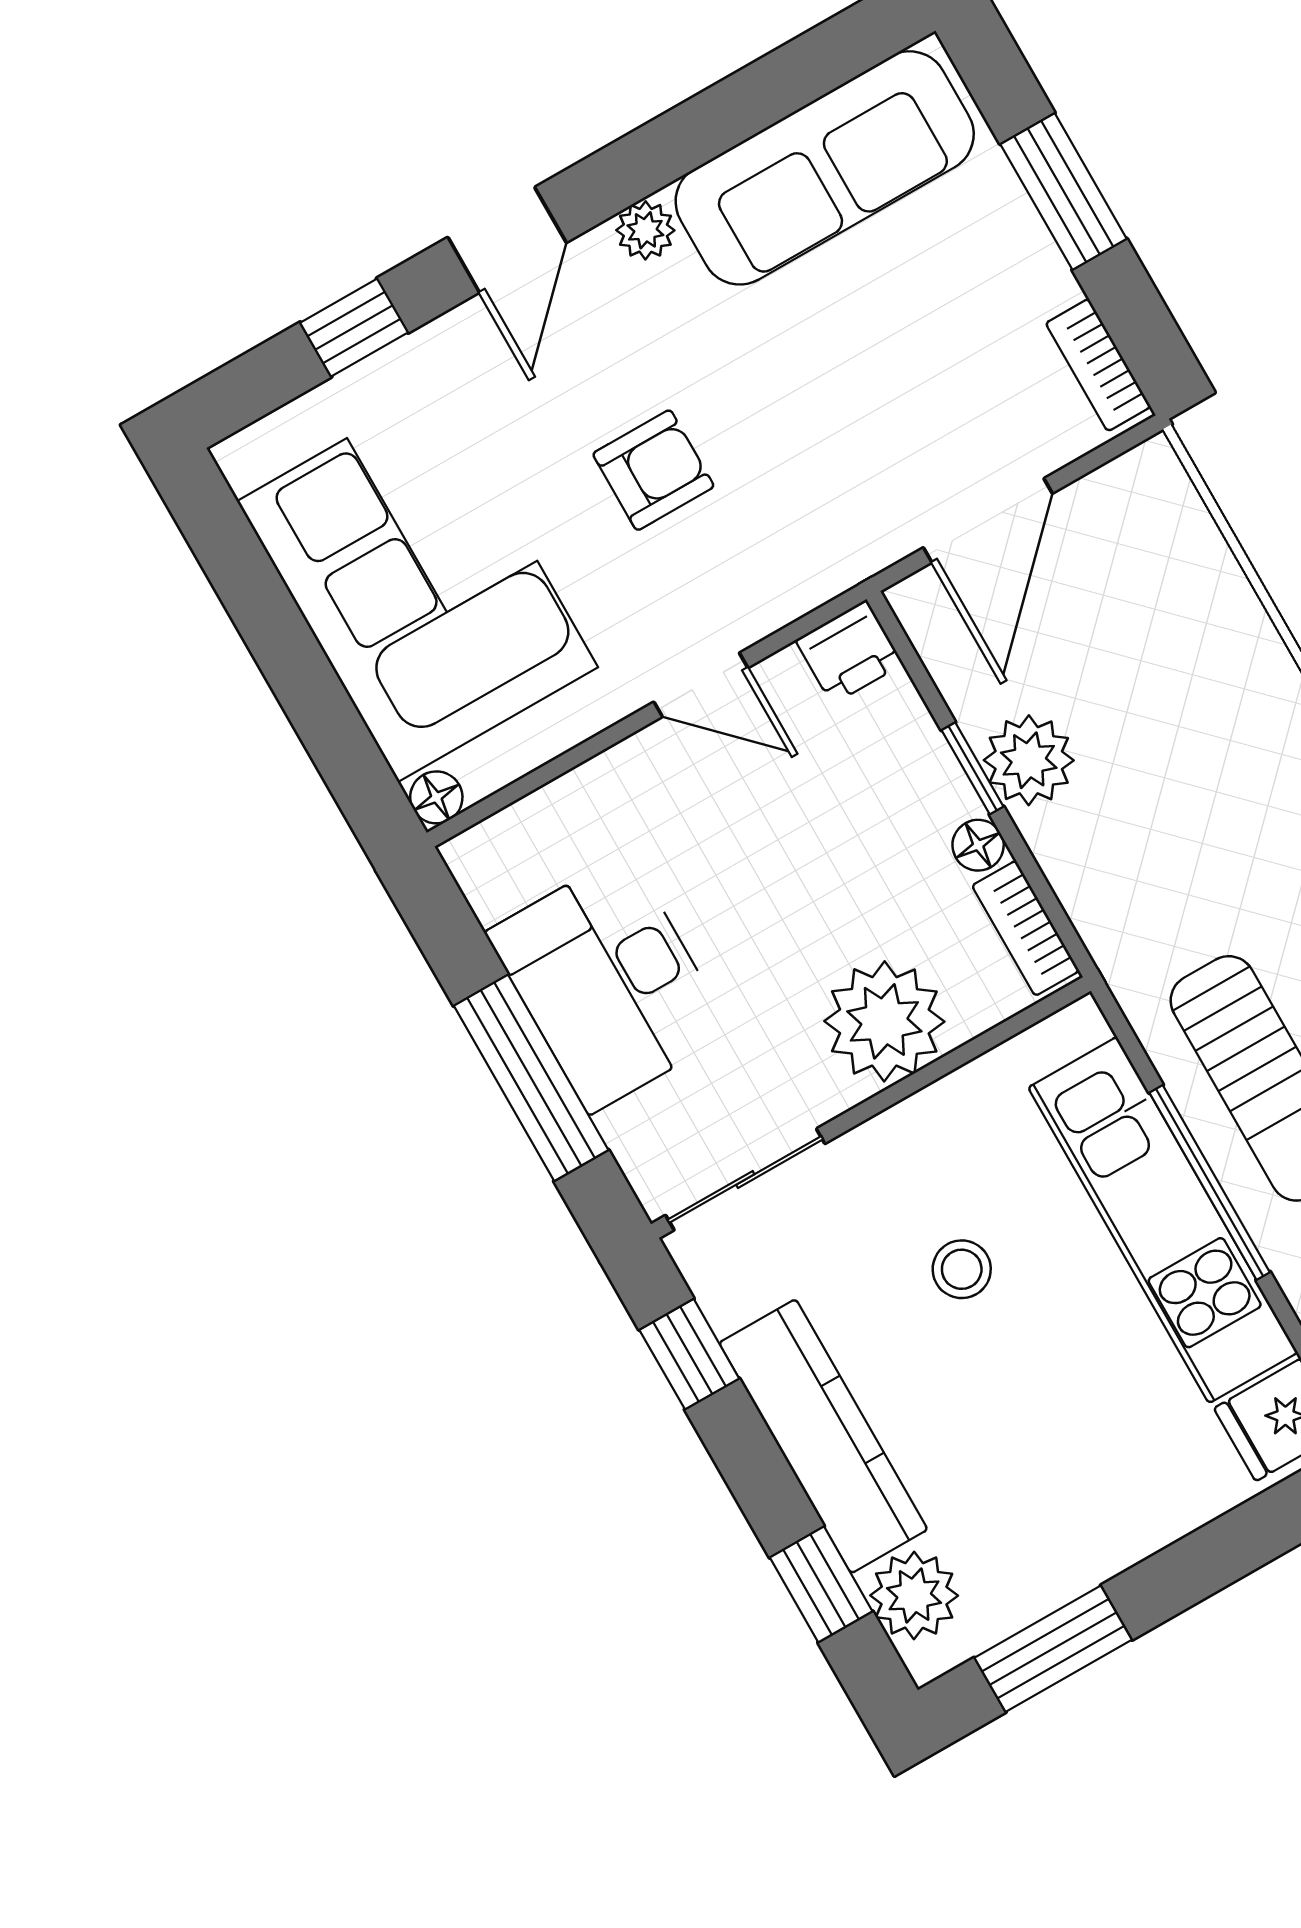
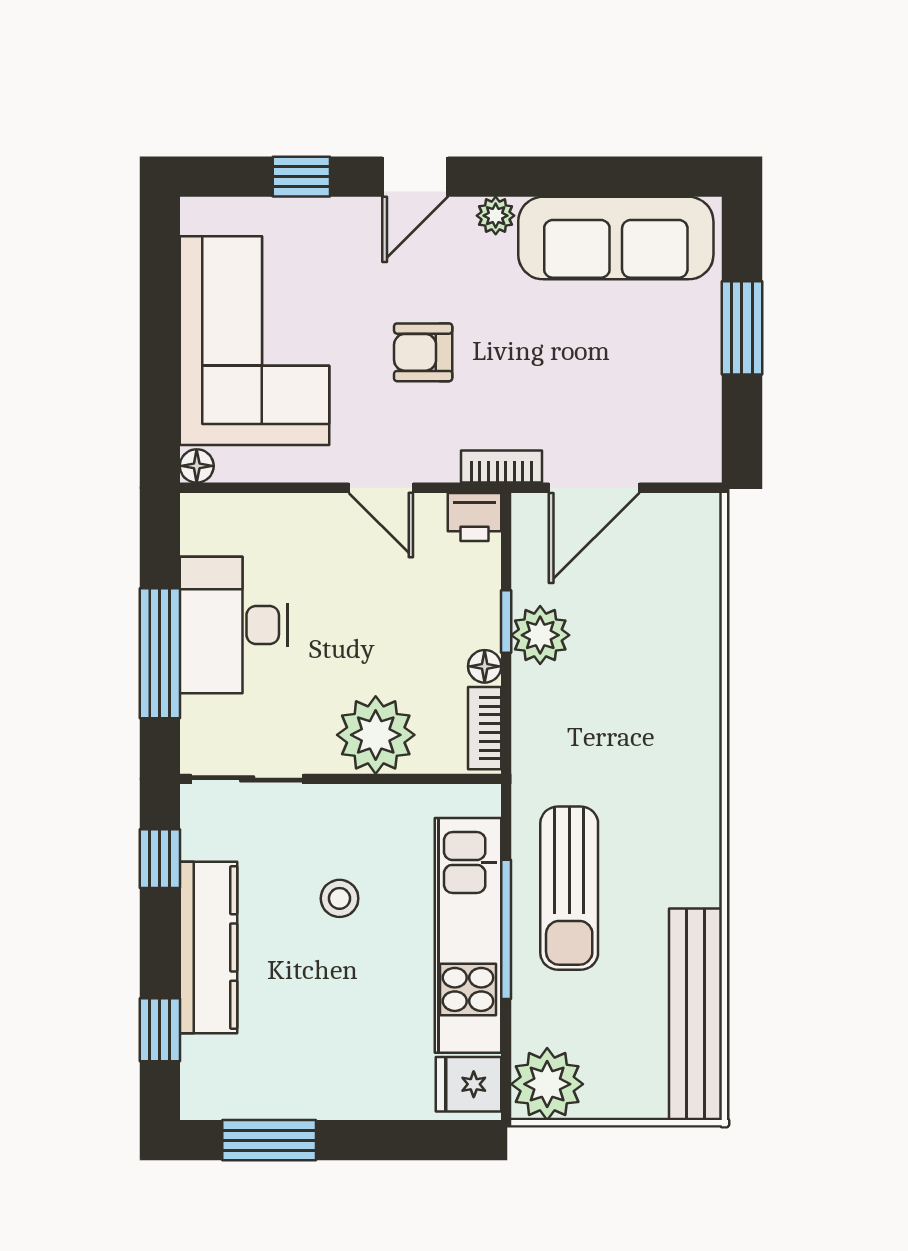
bookcase: (1098, 365) -> (501, 467), moved, turned 90
armchair: (653, 470) -> (423, 352), turned 180
plant: (914, 1595) -> (208, 1066), removed

